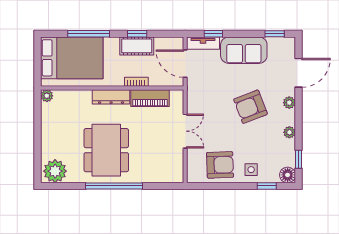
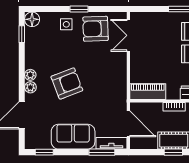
window: (213, 34) -> (102, 152), width x1.50
piano: (150, 98) -> (148, 92), moved
double door: (185, 131) -> (128, 35), moved
plant: (289, 132) -> (30, 75), moved
window: (267, 186) -> (79, 9), moved

